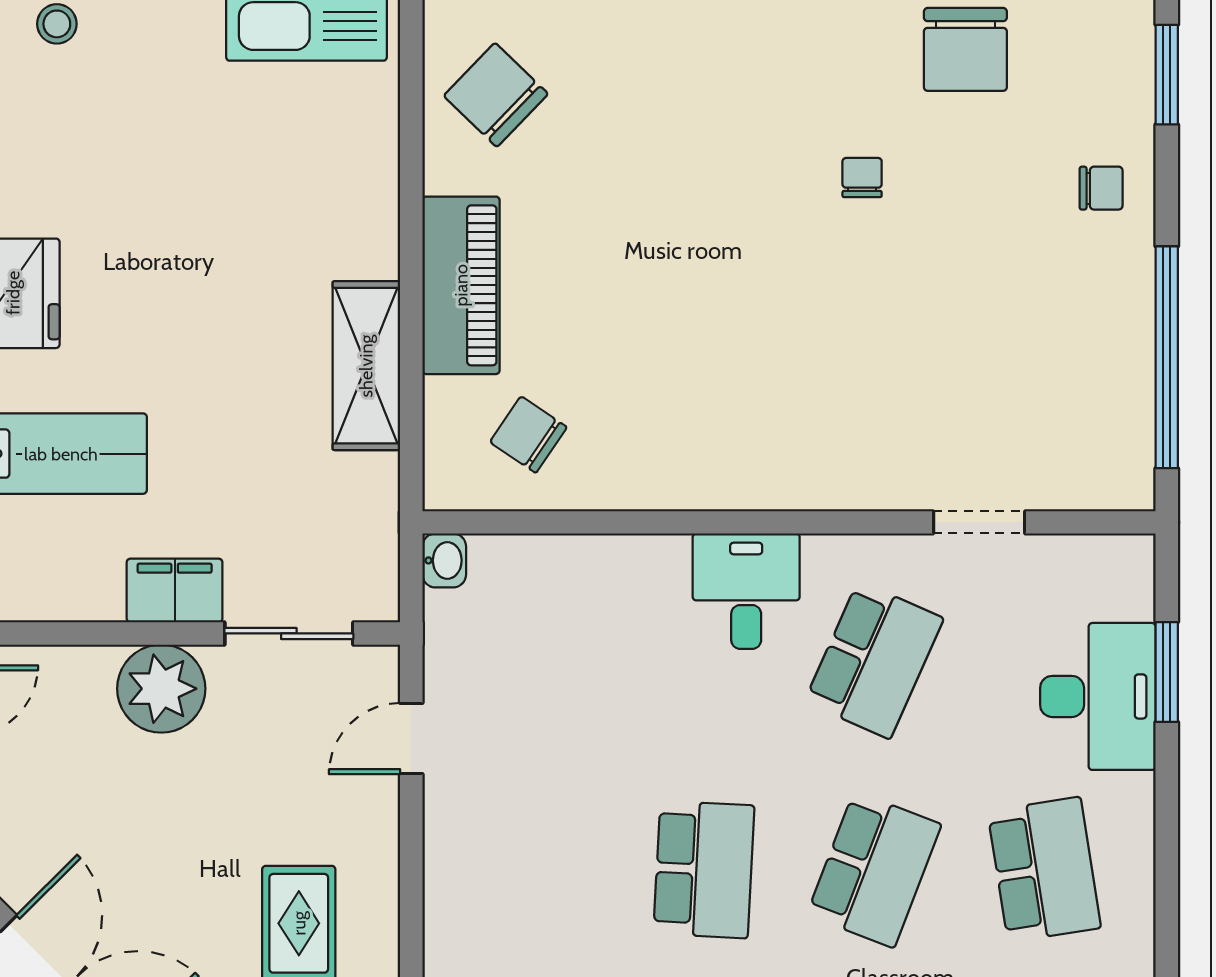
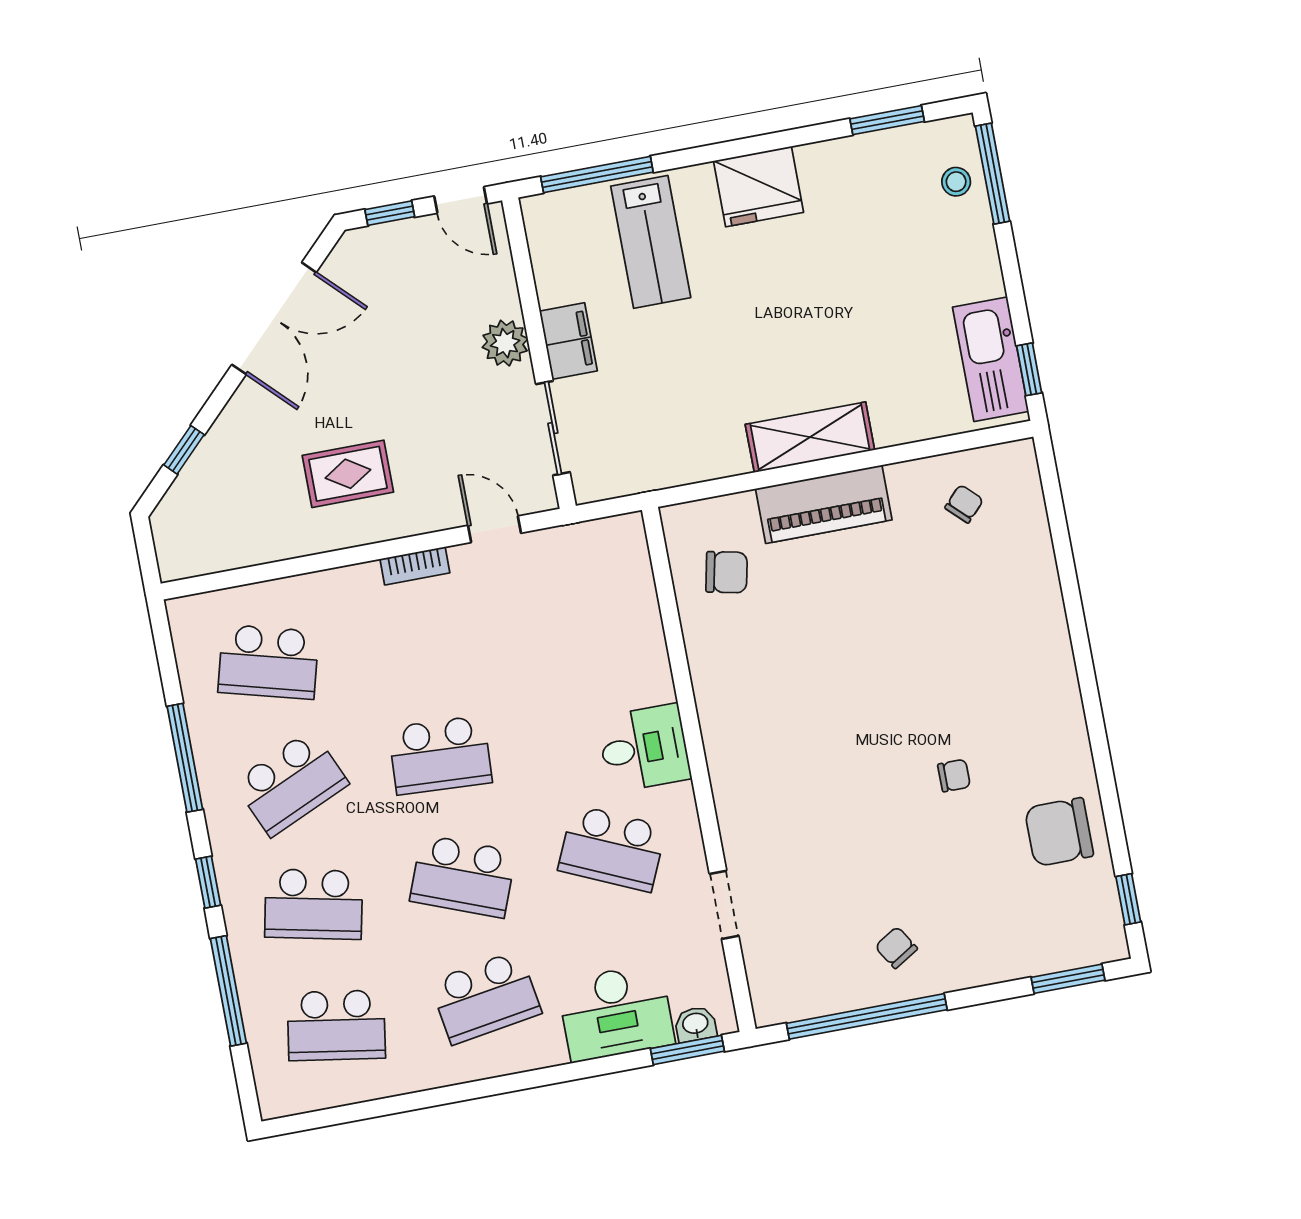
chair: (496, 95) -> (964, 504), width x0.54, depth x0.54
chair: (1101, 188) -> (896, 948), moved, turned 148
shelving: (366, 366) -> (810, 437), moved
chair: (528, 435) -> (727, 572), turned 68
washbasin: (444, 560) -> (695, 1024), moved, turned 180
window: (1167, 672) -> (687, 1050), moved
plant: (161, 689) -> (505, 343), width x0.73, depth x0.73
bookcase: (441, 856) -> (415, 566), added

